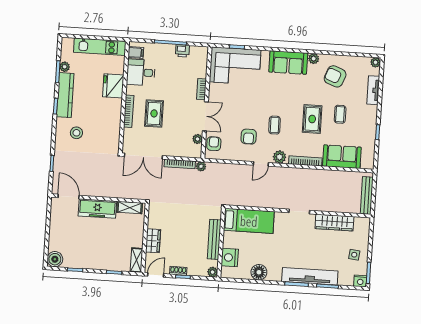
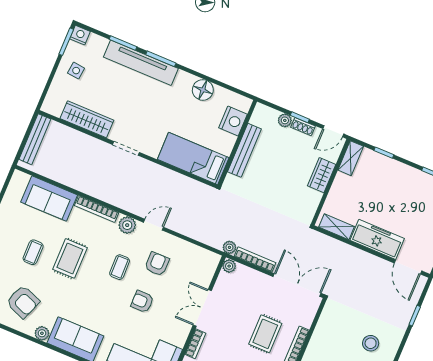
plant: (197, 139) -> (229, 266), moved
armchair: (214, 144) -> (142, 302), moved, turned 90
plant: (213, 272) -> (285, 120), moved

